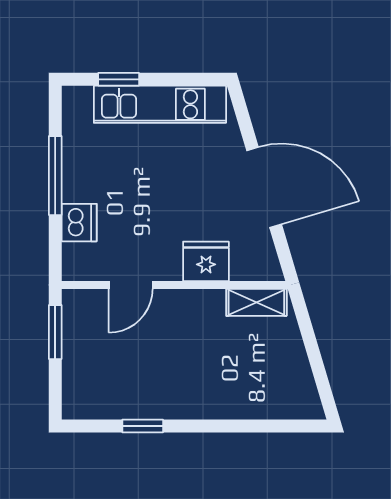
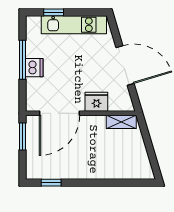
dishwasher: (79, 223) -> (34, 68), moved
door: (131, 285) -> (59, 113), width x1.88
window: (143, 426) -> (51, 183), moved

